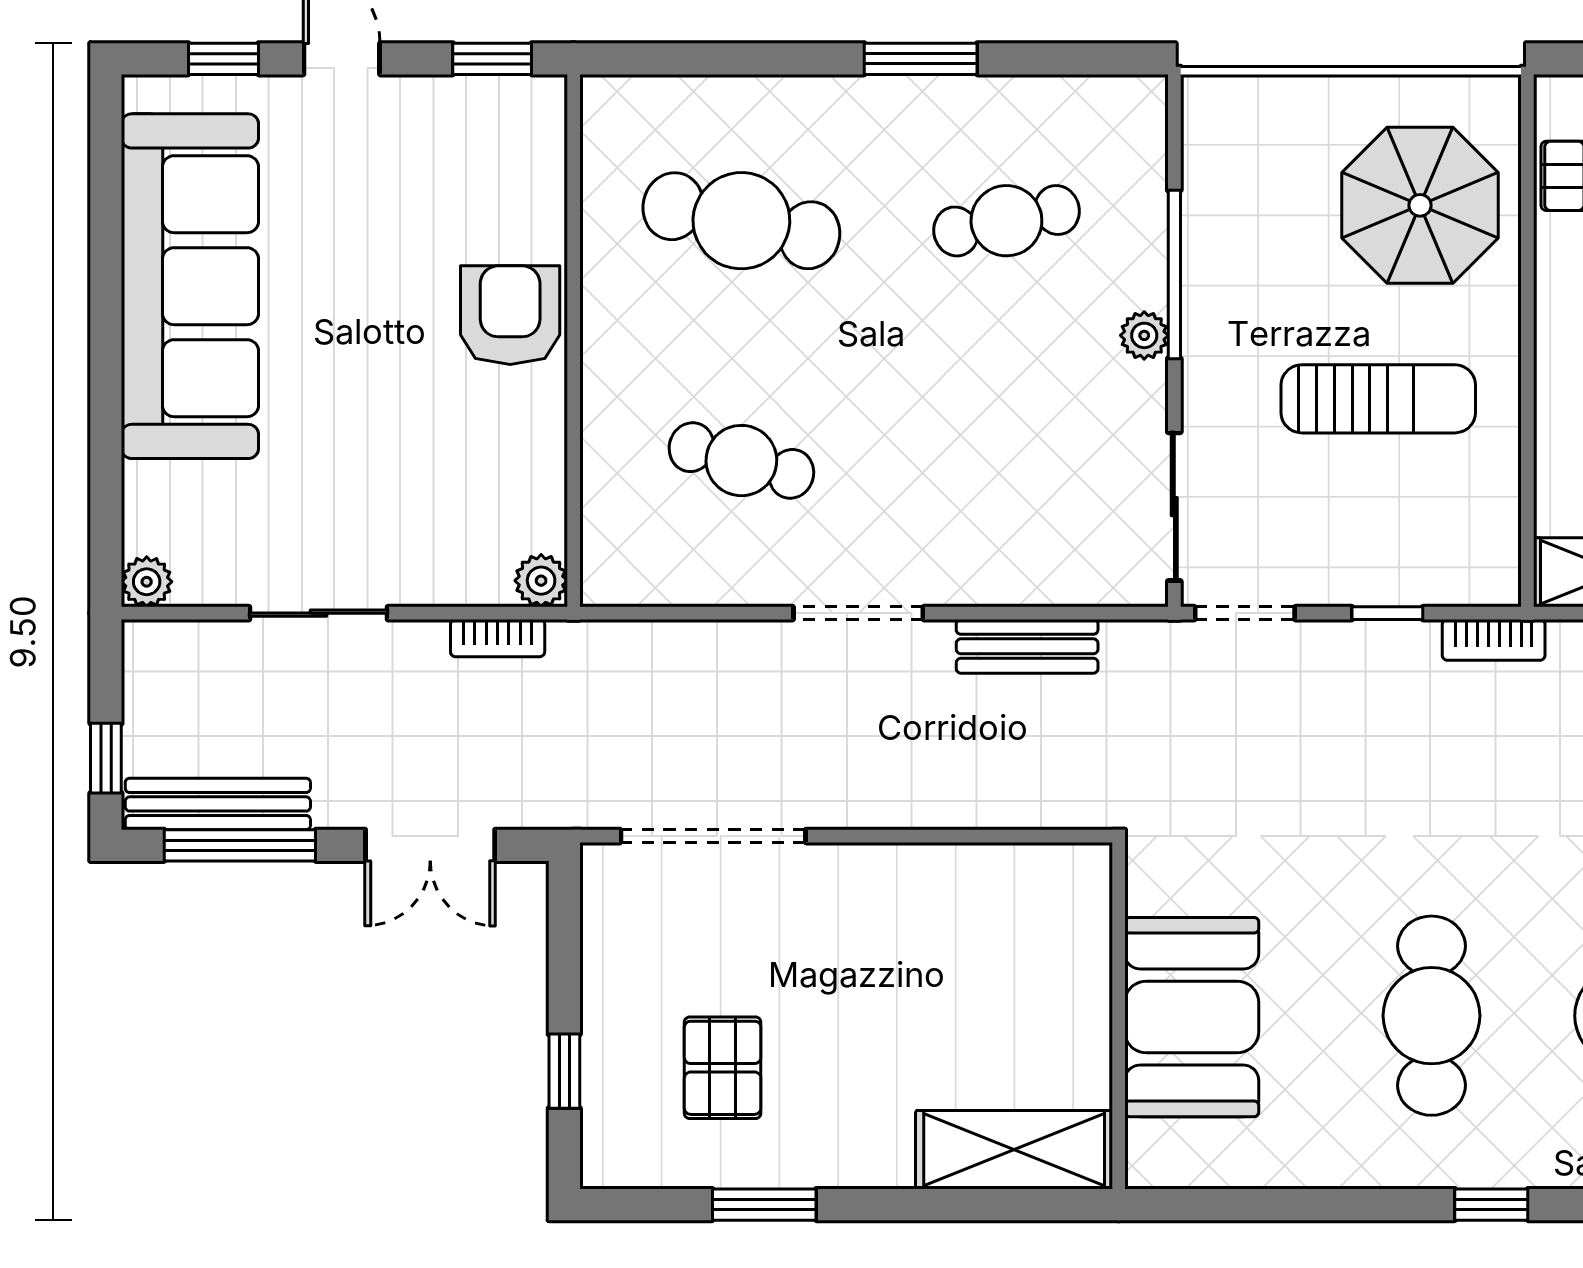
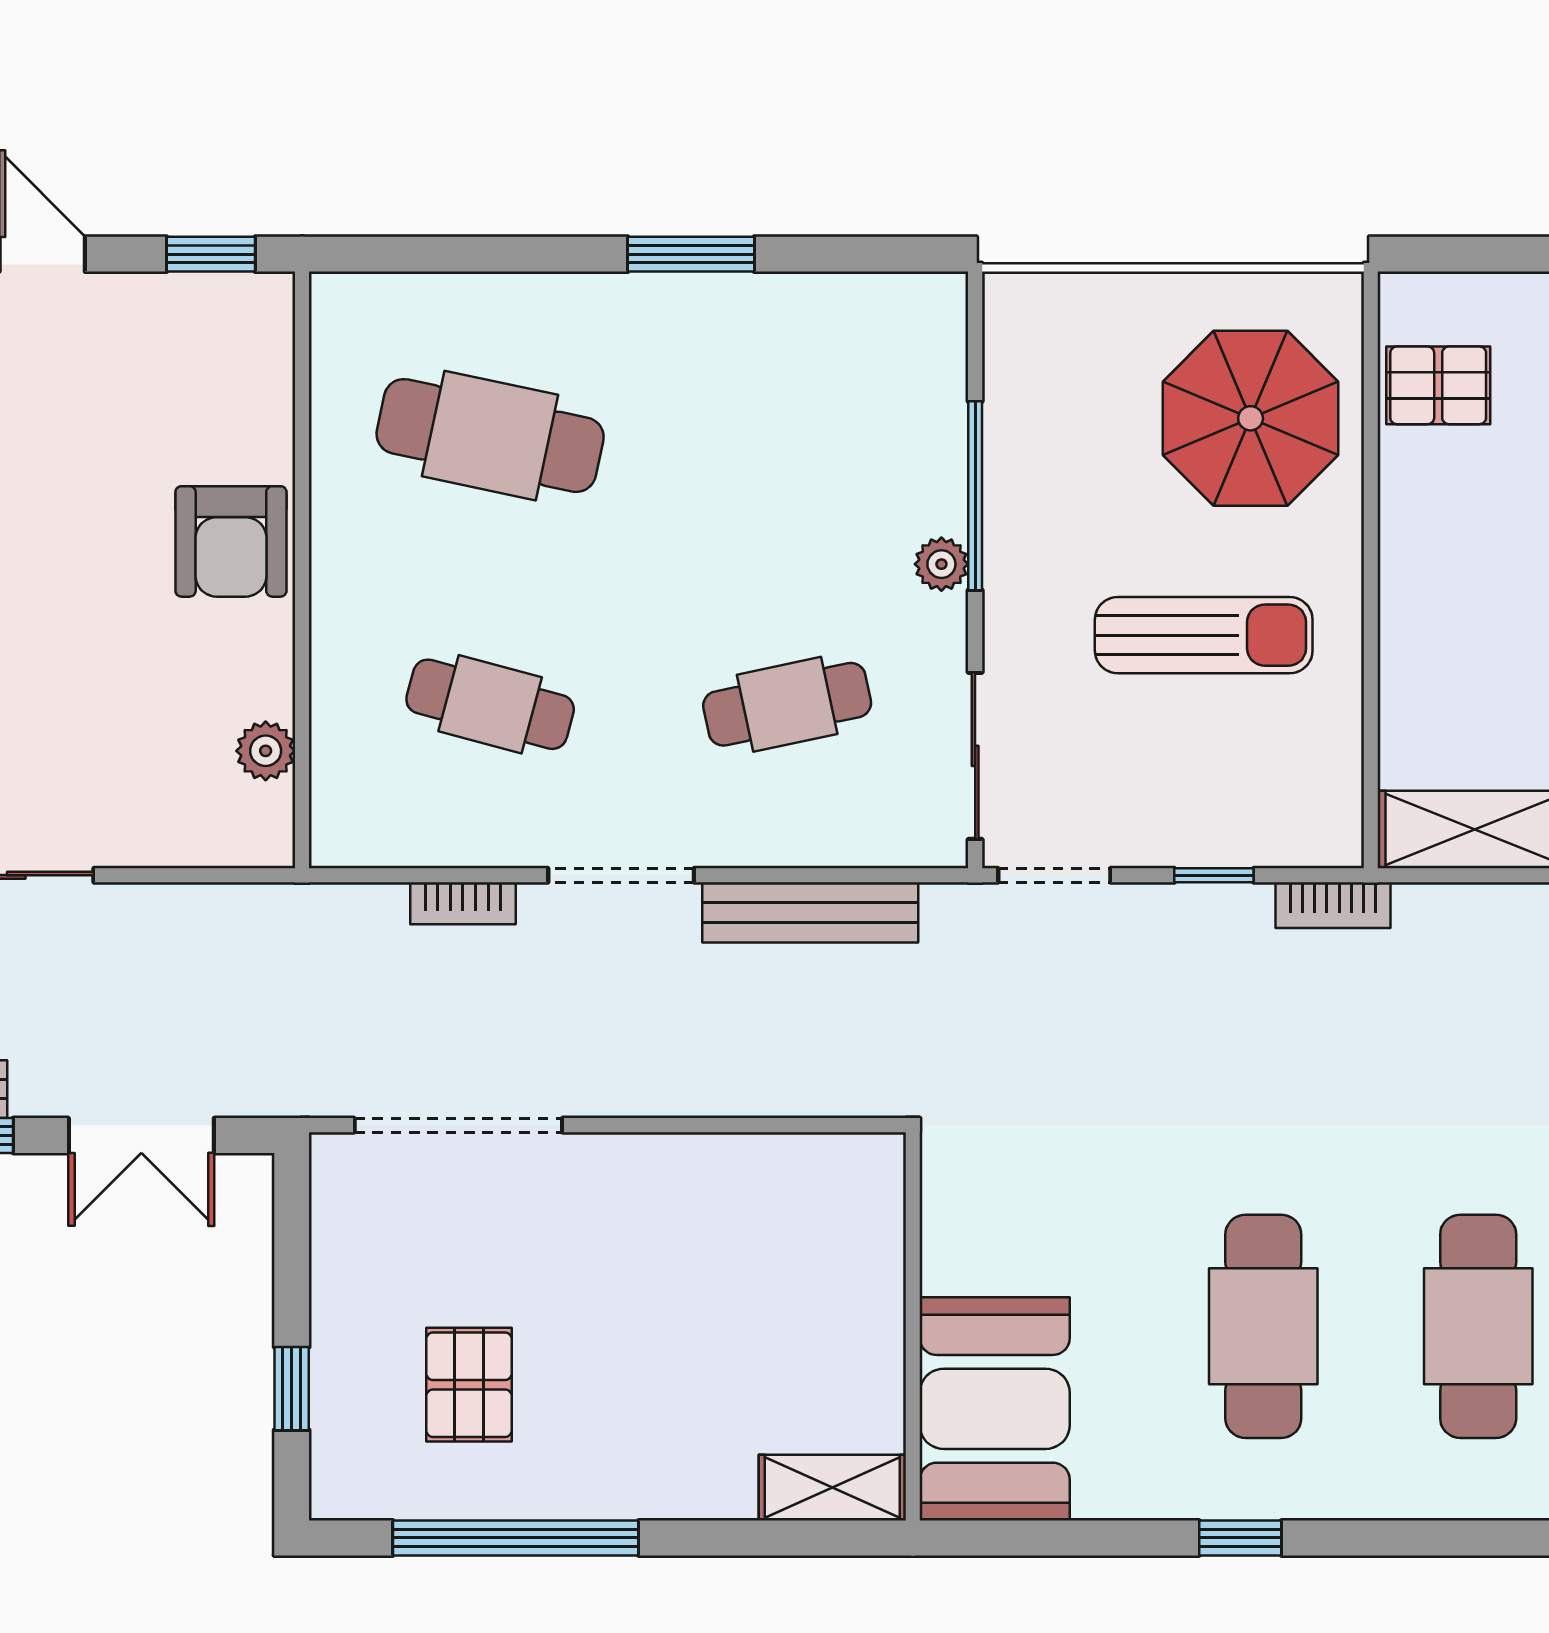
cafe table: (1006, 221) -> (787, 704), moved
armchair: (510, 315) -> (231, 541), turned 180
plant: (541, 581) -> (266, 751), moved
bookcase: (498, 638) -> (463, 903), moved
bench: (1027, 646) -> (810, 912), width x1.36
booth: (1192, 1017) -> (995, 1409), moved
shelving: (1014, 1150) -> (832, 1488), width x0.67, depth x0.75
window: (764, 1205) -> (516, 1538), width x2.11
window: (1491, 1205) -> (1240, 1538), moved

